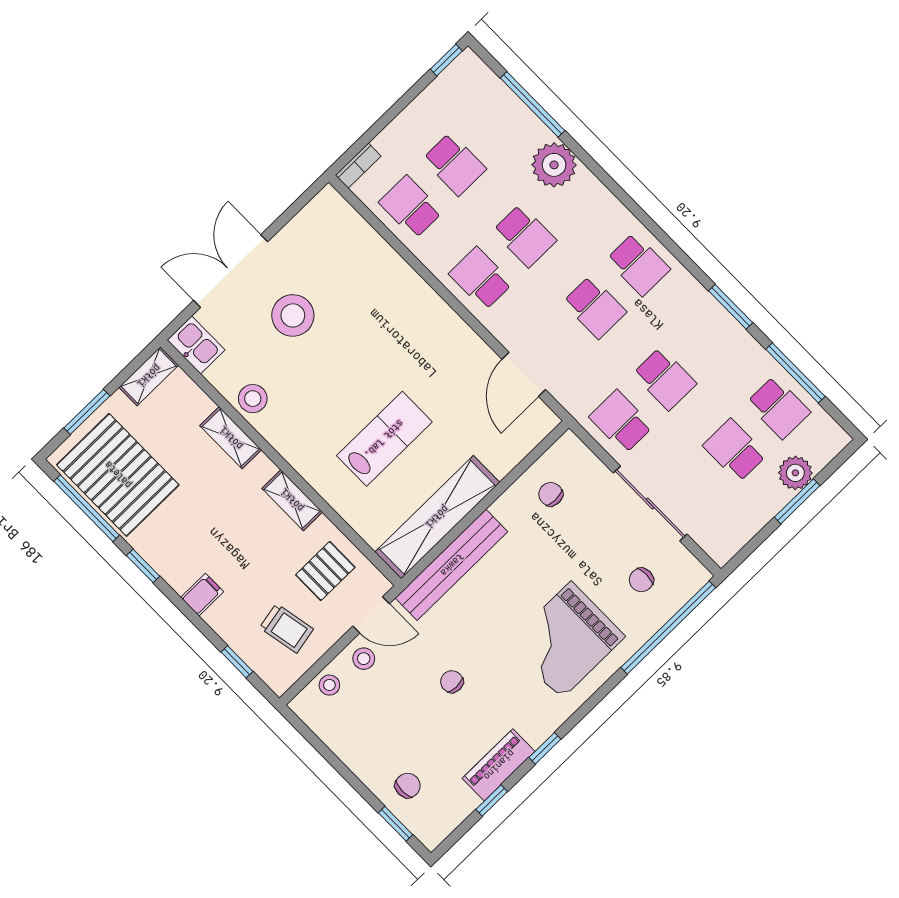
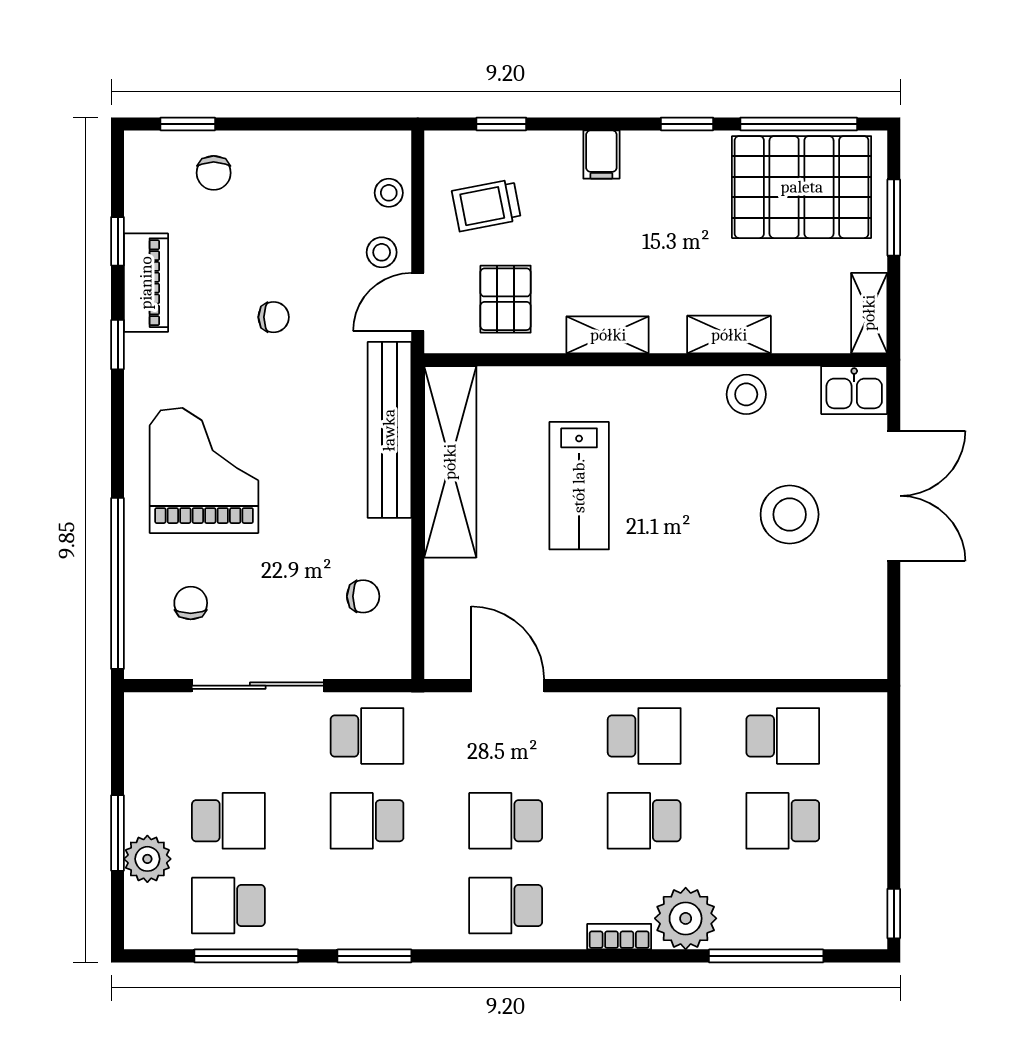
bookcase: (358, 166) -> (619, 937), moved, turned 90

